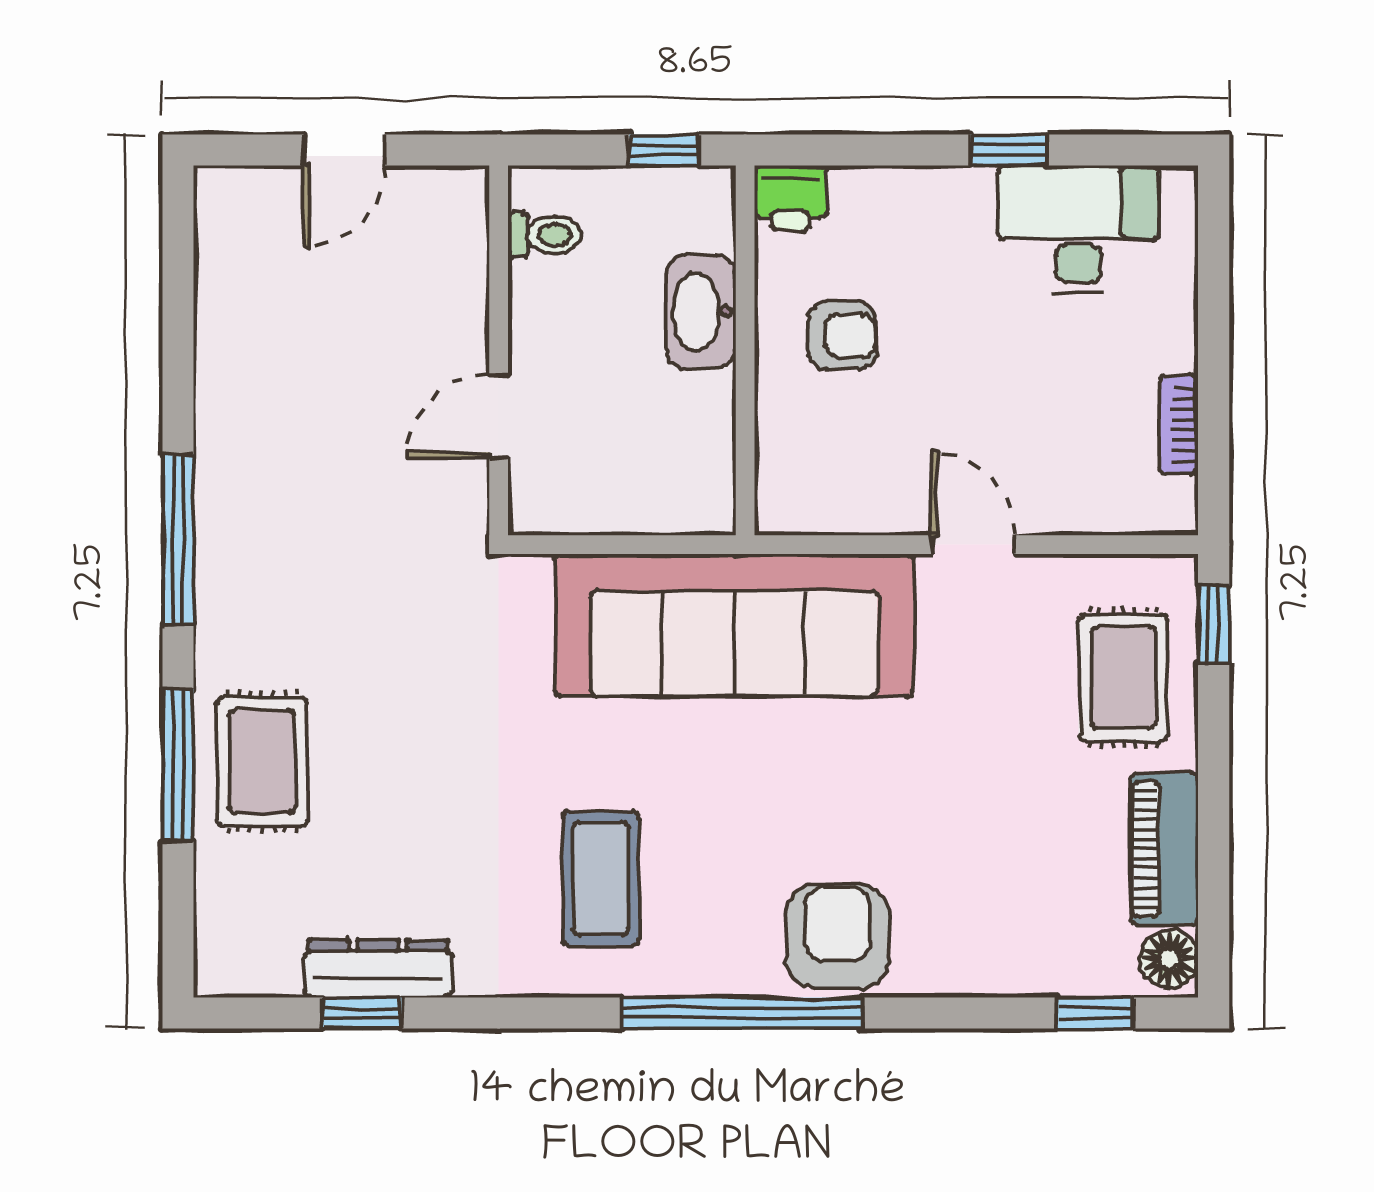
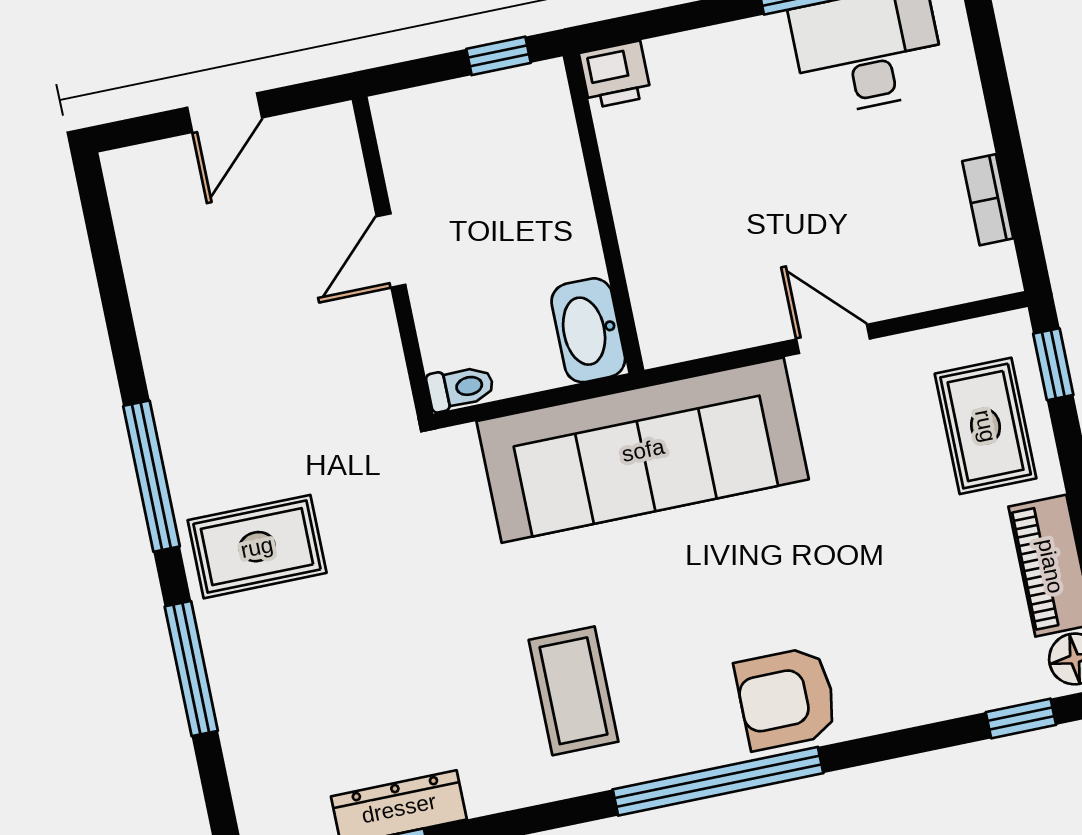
toilet: (544, 235) -> (460, 388), moved
washbasin: (701, 312) -> (588, 330), moved
armchair: (842, 336) -> (684, 183), removed
door: (499, 416) -> (391, 250), moved
rug: (262, 762) -> (257, 547), moved, turned 90
armchair: (837, 936) -> (786, 698), turned -90

